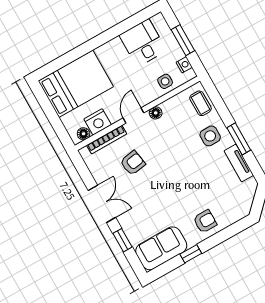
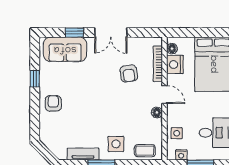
armchair: (205, 221) -> (53, 103), turned 180
sofa: (161, 248) -> (65, 49), moved, turned 90

